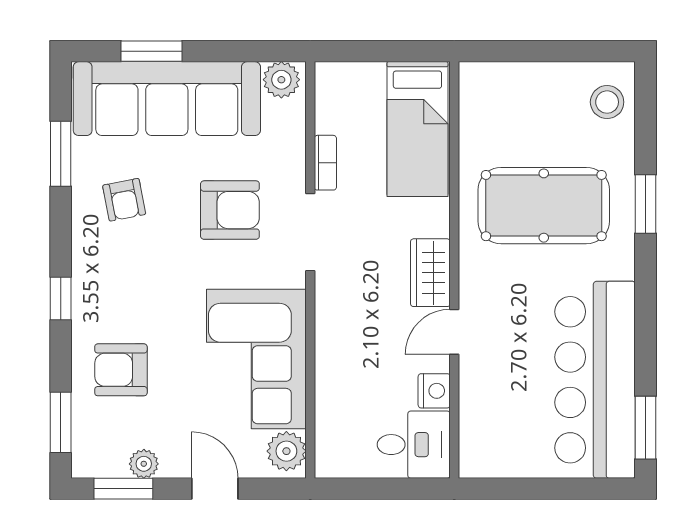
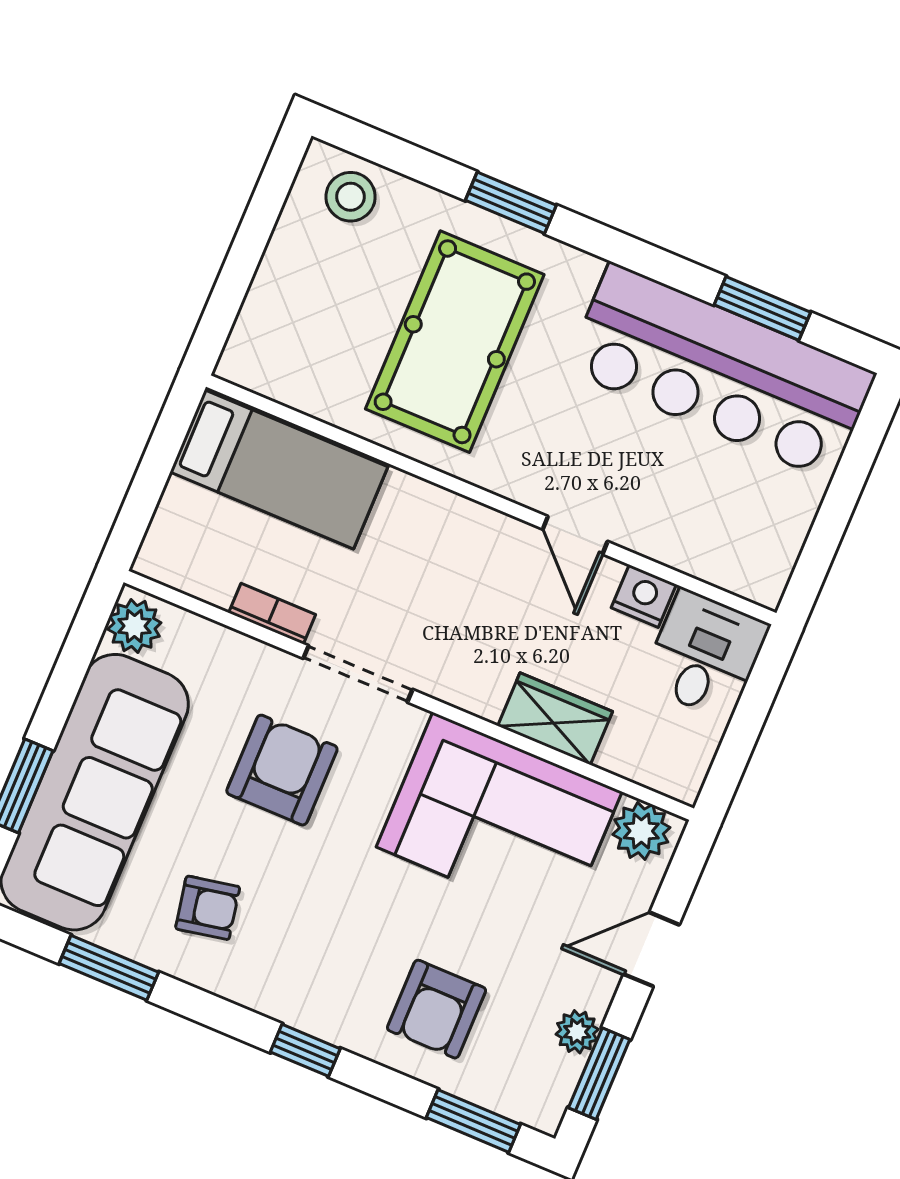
wardrobe: (430, 273) -> (555, 719), moved, turned 180
window: (646, 428) -> (762, 308), moved

